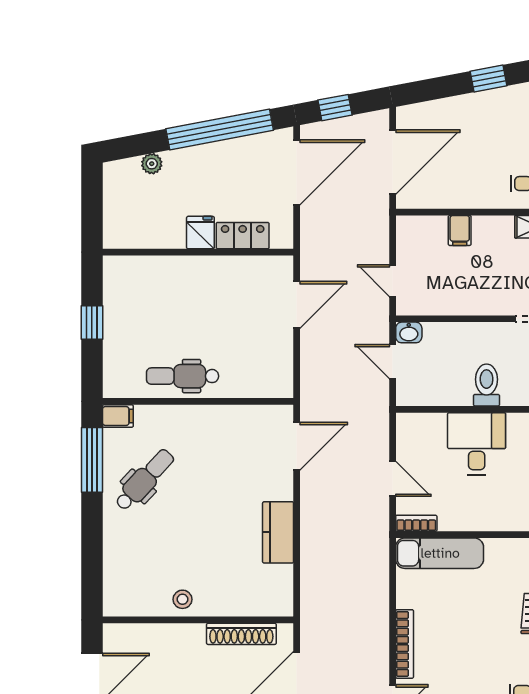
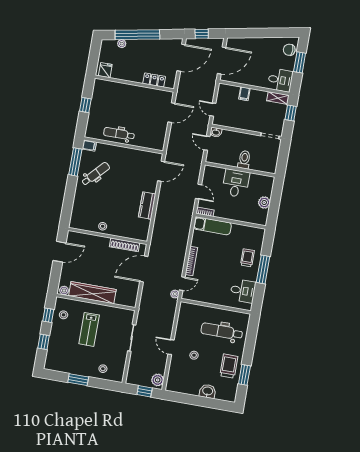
window: (489, 78) -> (267, 33), removed
window: (220, 129) -> (137, 35), moved
fridge: (200, 233) -> (105, 70), moved

